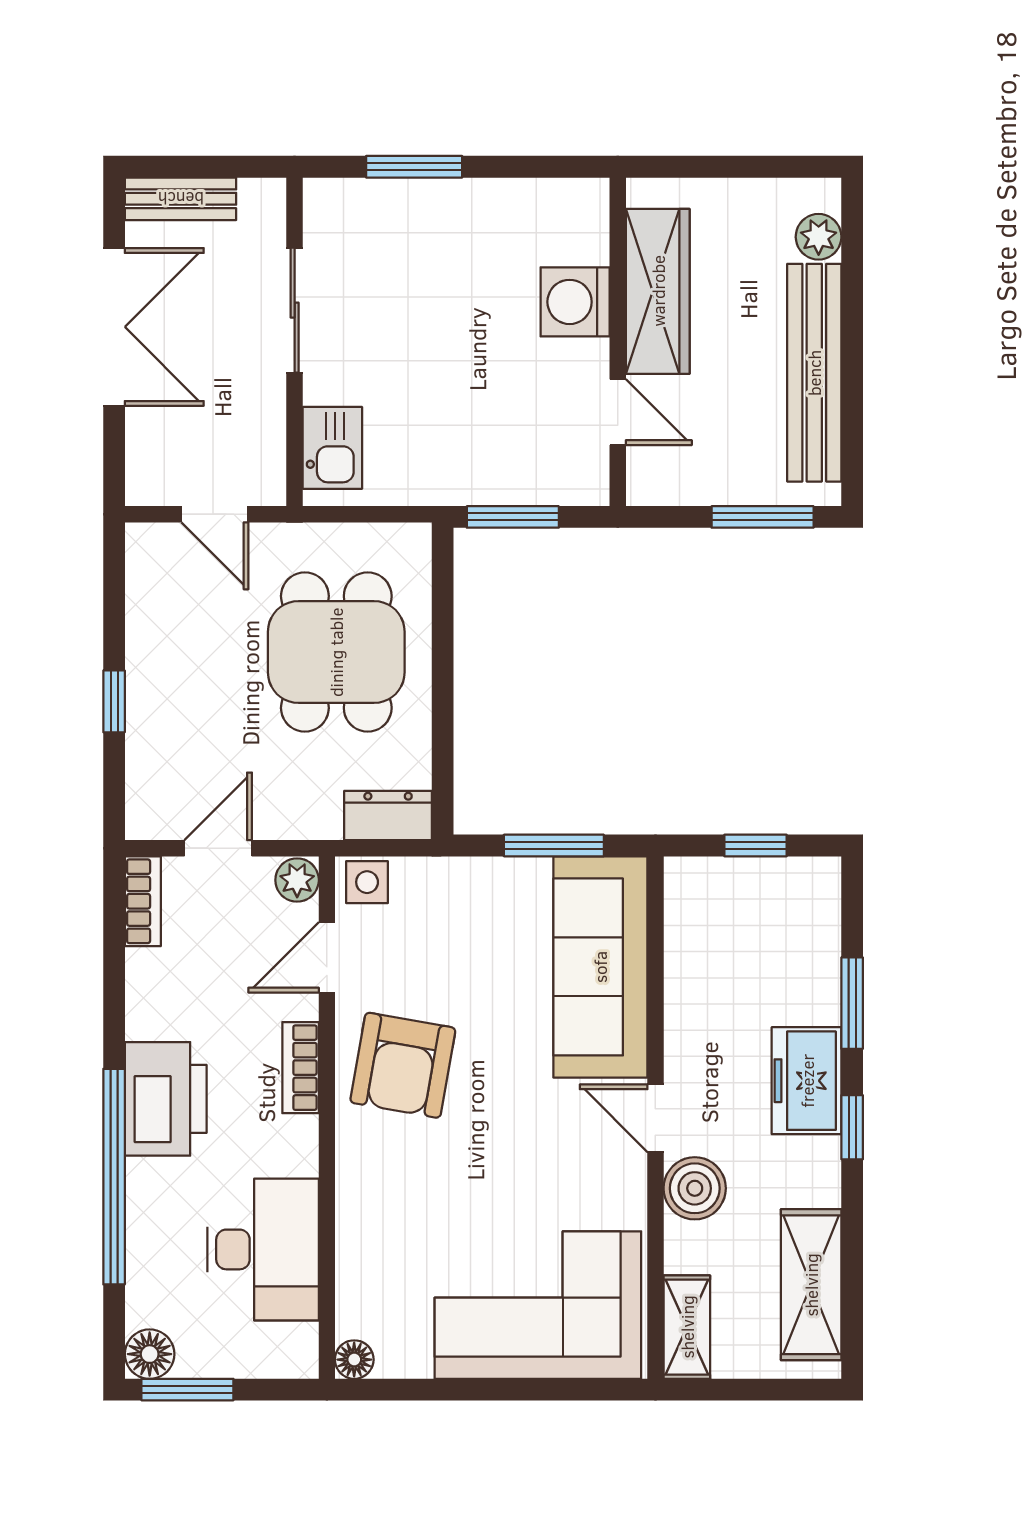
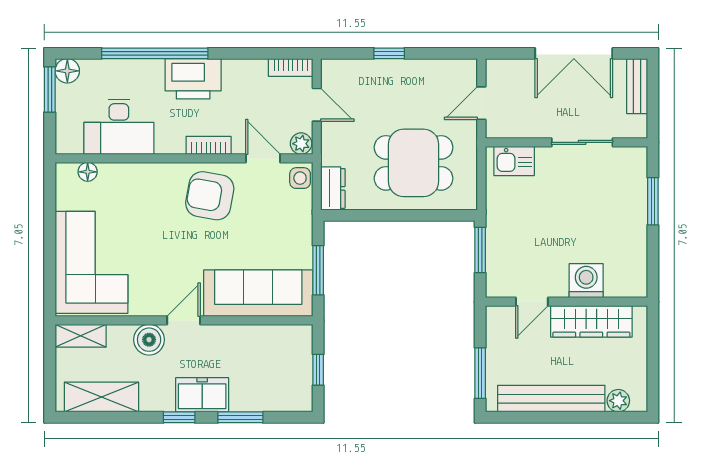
floor lamp: (354, 1360) -> (88, 172), moved

